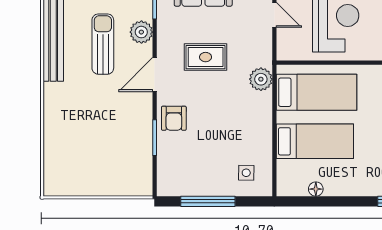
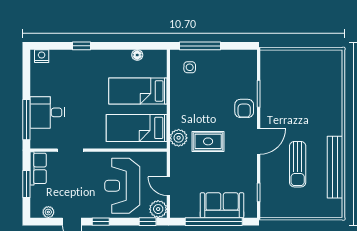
plant: (141, 32) -> (269, 173), removed
rug: (206, 57) -> (208, 141), moved
armchair: (174, 118) -> (244, 108), turned 180
window: (208, 201) -> (200, 46), moved

